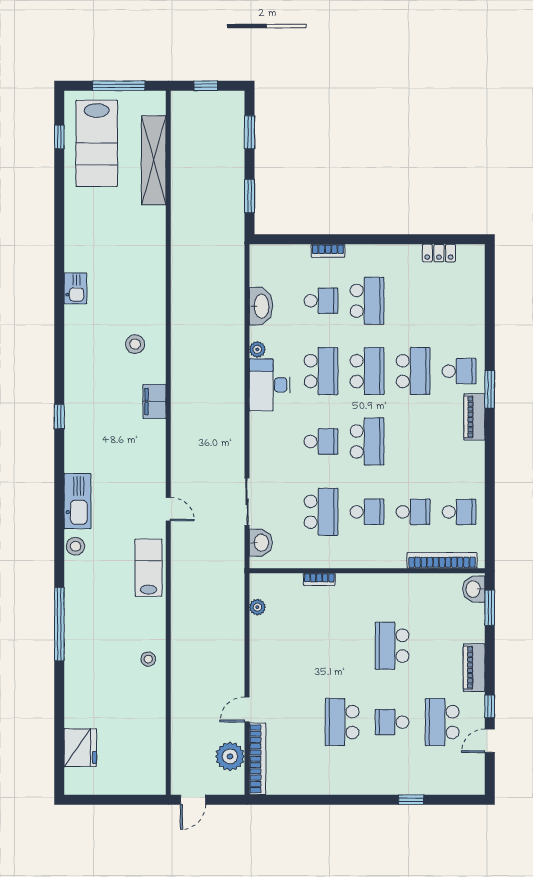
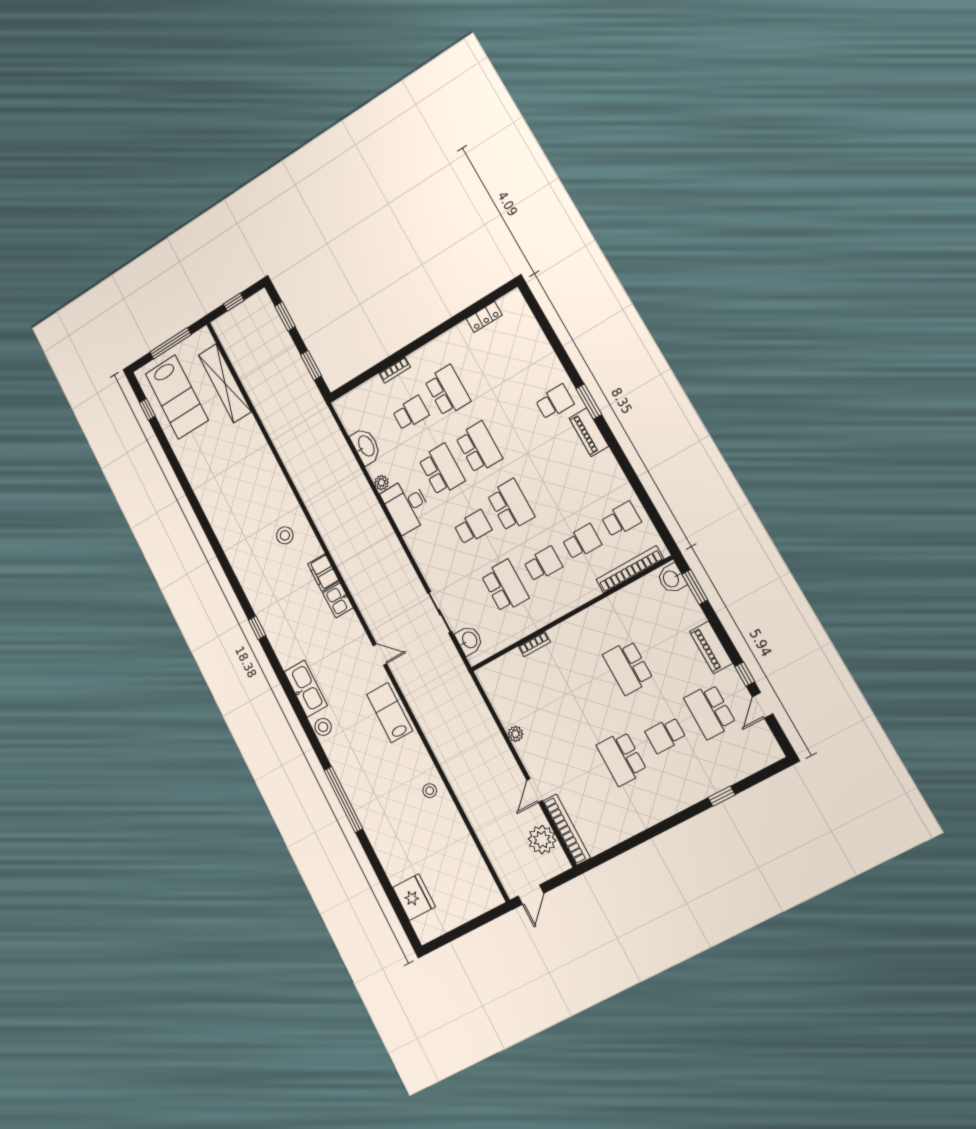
kitchen sink: (75, 288) -> (338, 600), moved, turned 180
school desk: (413, 371) -> (516, 425), removed
plant: (257, 607) -> (515, 734), moved

